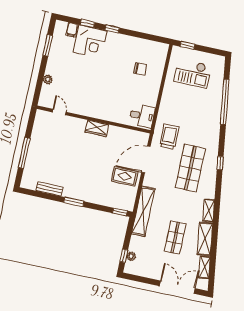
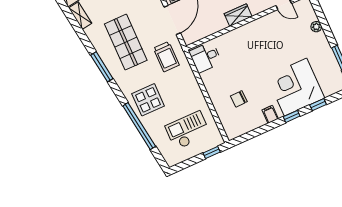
filing cabinet: (72, 30) -> (270, 114), moved
corner desk: (90, 42) -> (296, 87), width x1.36, depth x1.36
display table: (205, 116) -> (148, 100), added
window: (220, 163) -> (102, 67), width x2.17

